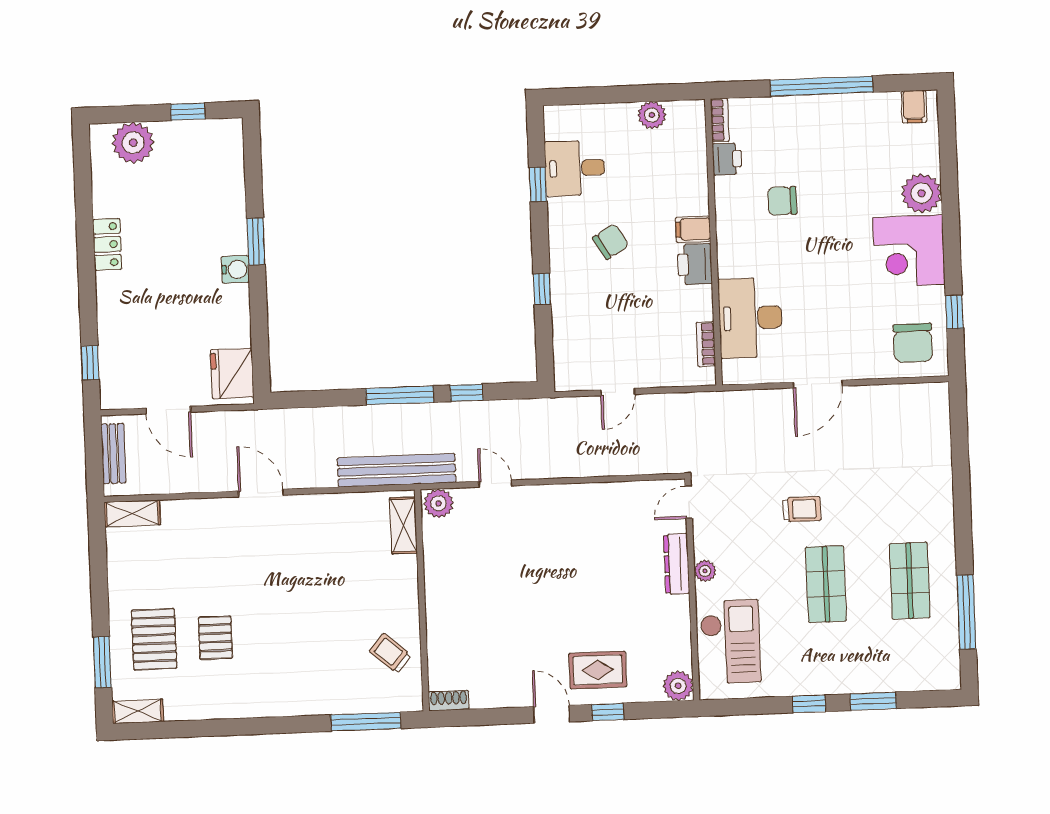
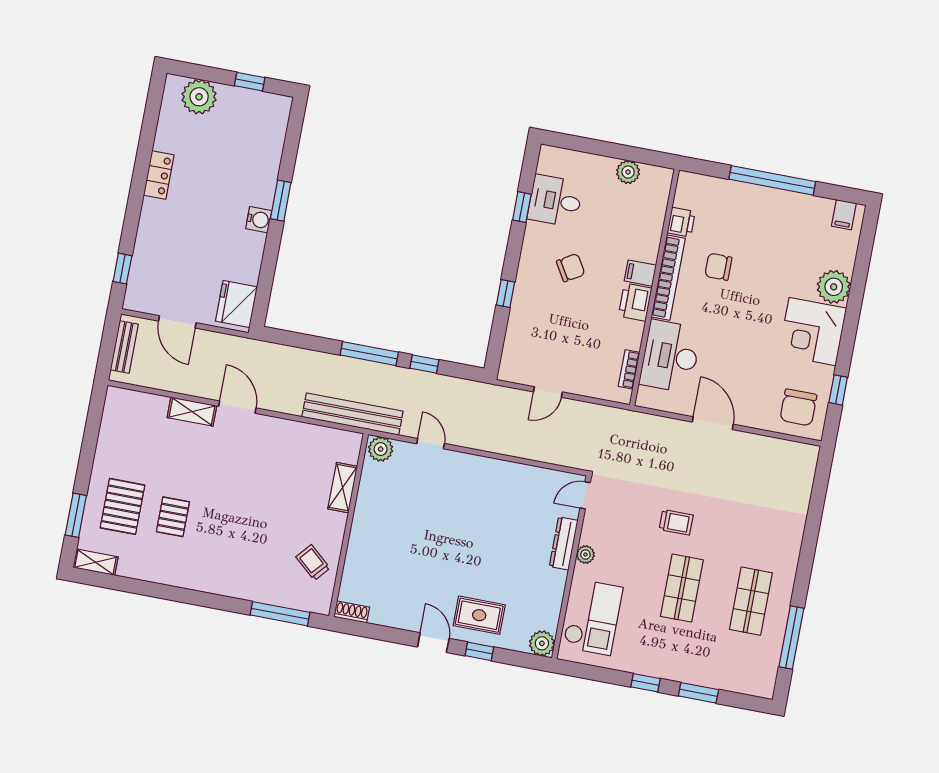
bookcase: (720, 120) -> (668, 278), moved, width x2.31, depth x1.31
door: (818, 384) -> (713, 423), swing flipped
shelving: (132, 513) -> (192, 412), moved
shelving: (403, 525) -> (343, 488), moved

